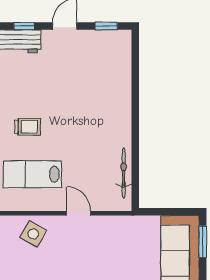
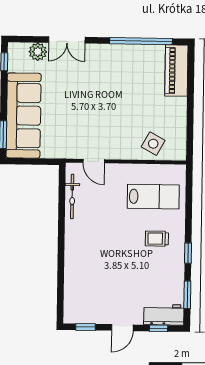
door: (79, 213) -> (94, 161), moved

